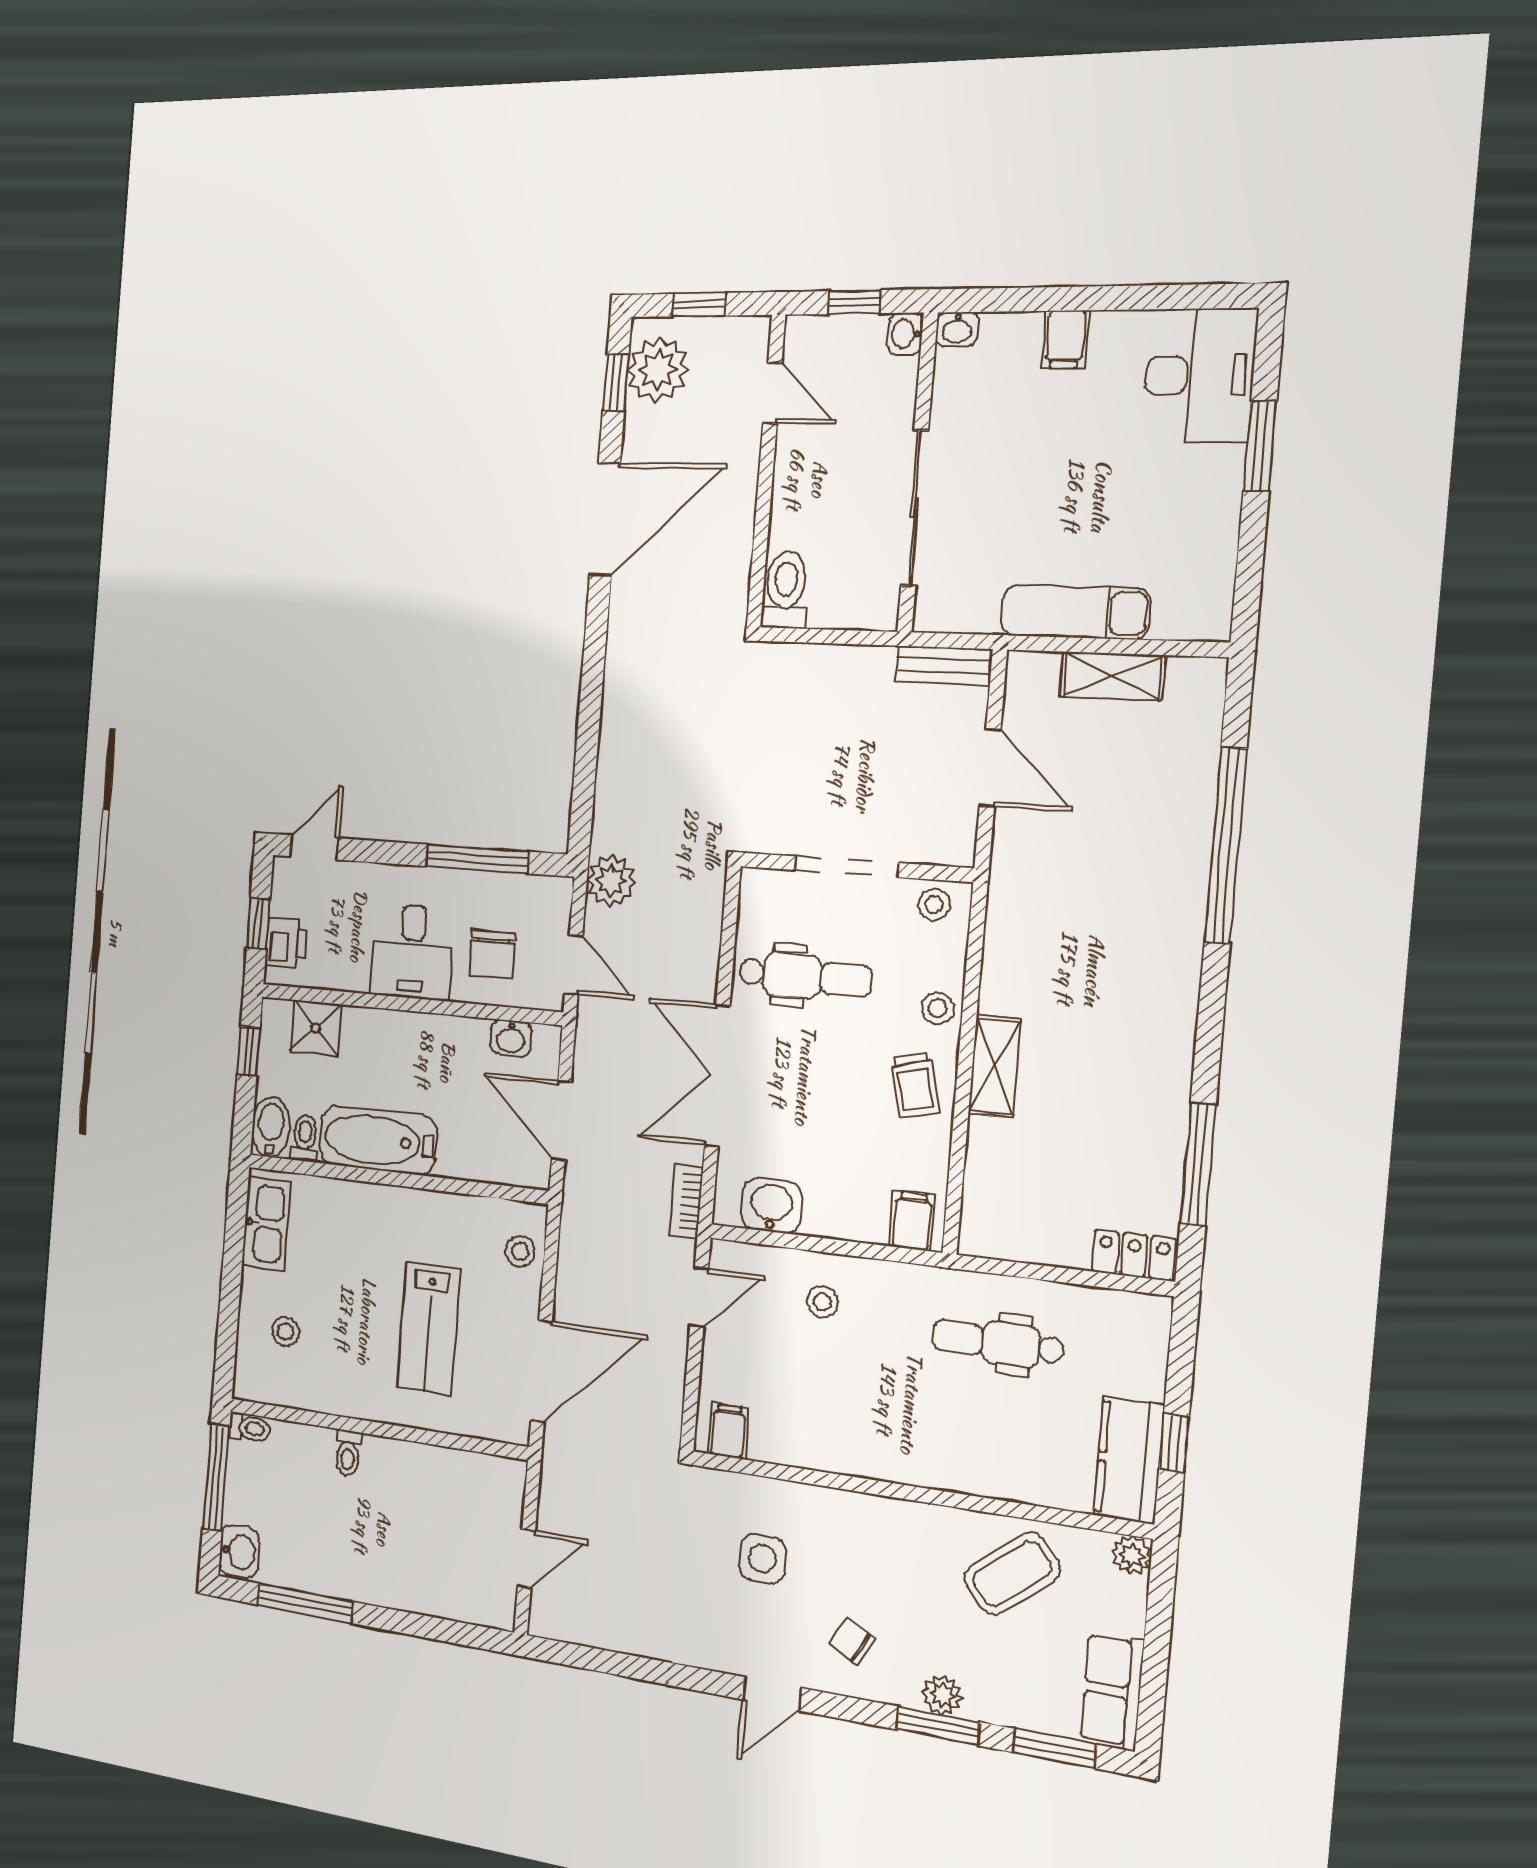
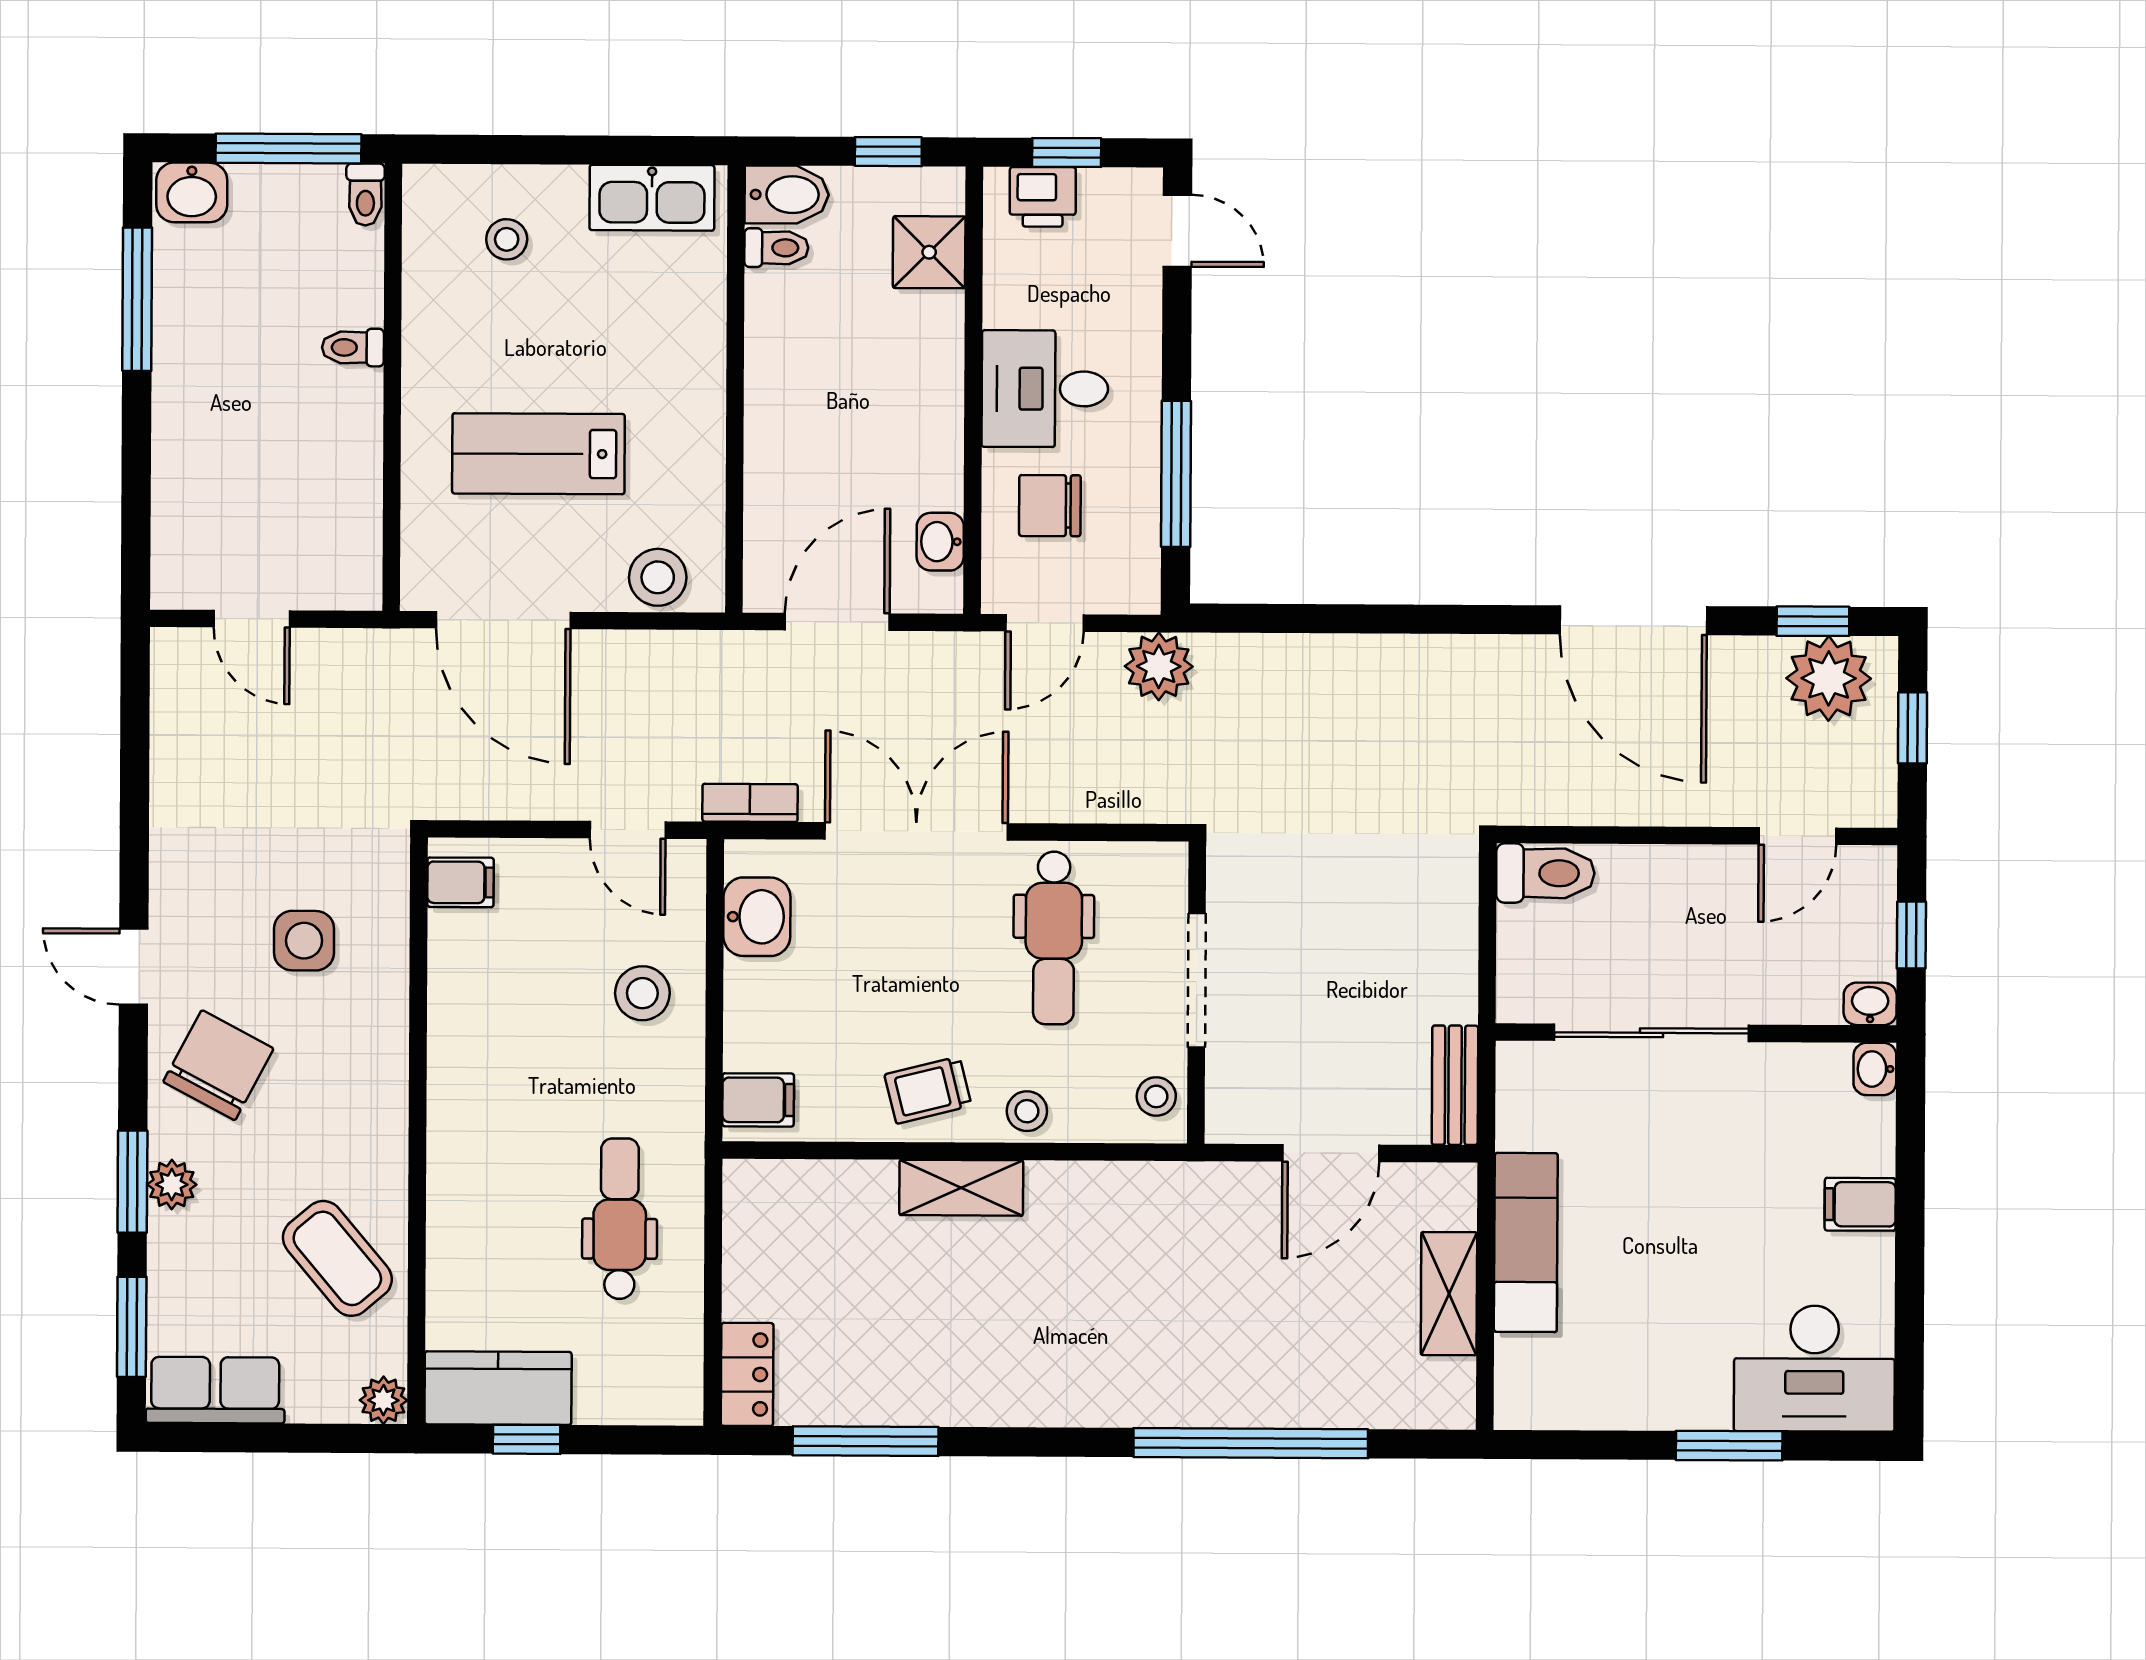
bathtub: (378, 1140) -> (785, 359), removed
stool: (520, 1252) -> (658, 577), width x1.37, depth x1.37
stool: (822, 1302) -> (642, 993), width x1.37, depth x1.37
chair: (852, 1642) -> (218, 1065), width x1.87, depth x1.87

